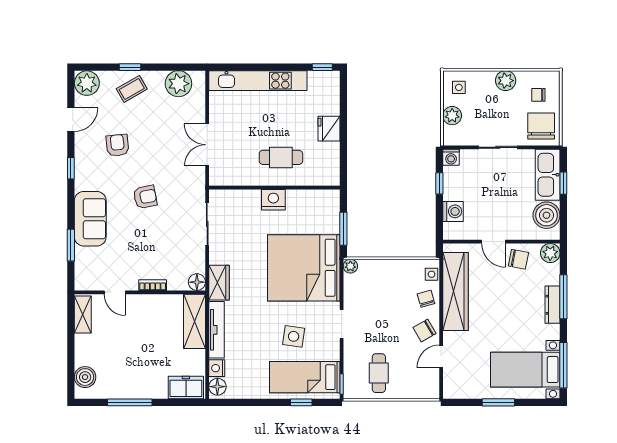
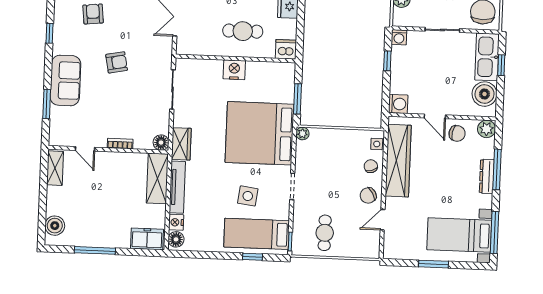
dishwasher: (329, 175) -> (286, 49), added
washing machine: (453, 211) -> (398, 104), moved

